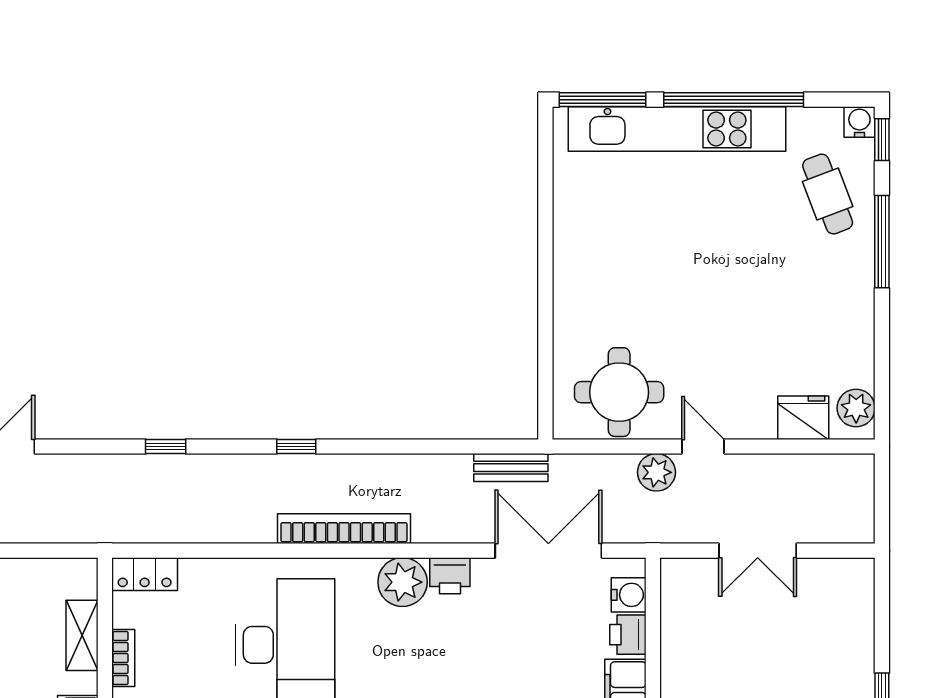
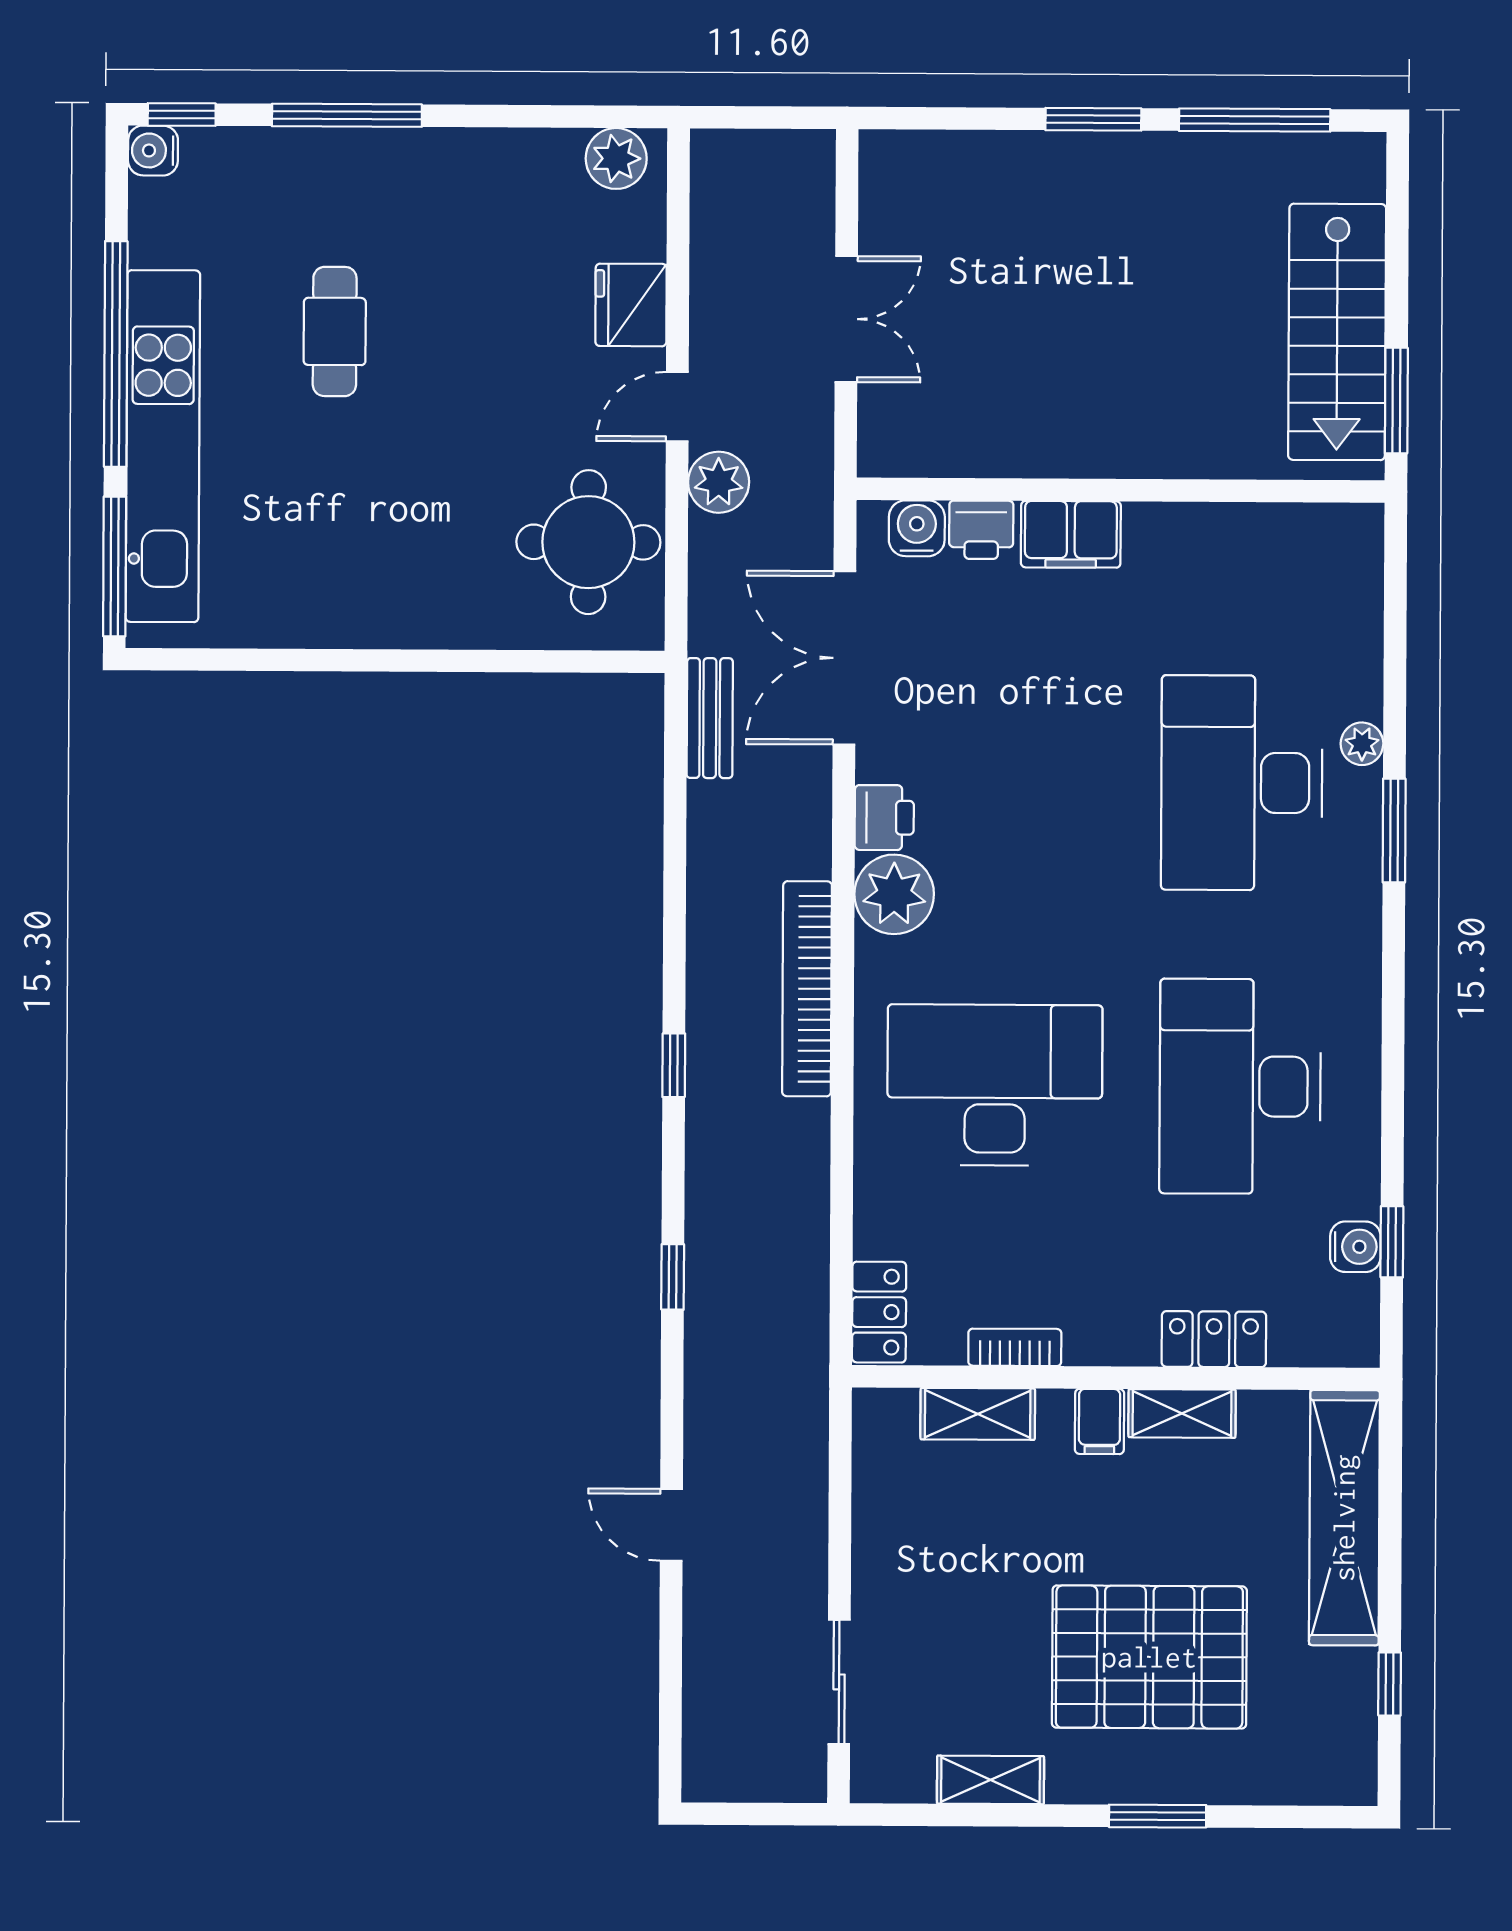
cafe table: (828, 194) -> (335, 331), moved, turned -69
fridge: (803, 418) -> (631, 305), moved

